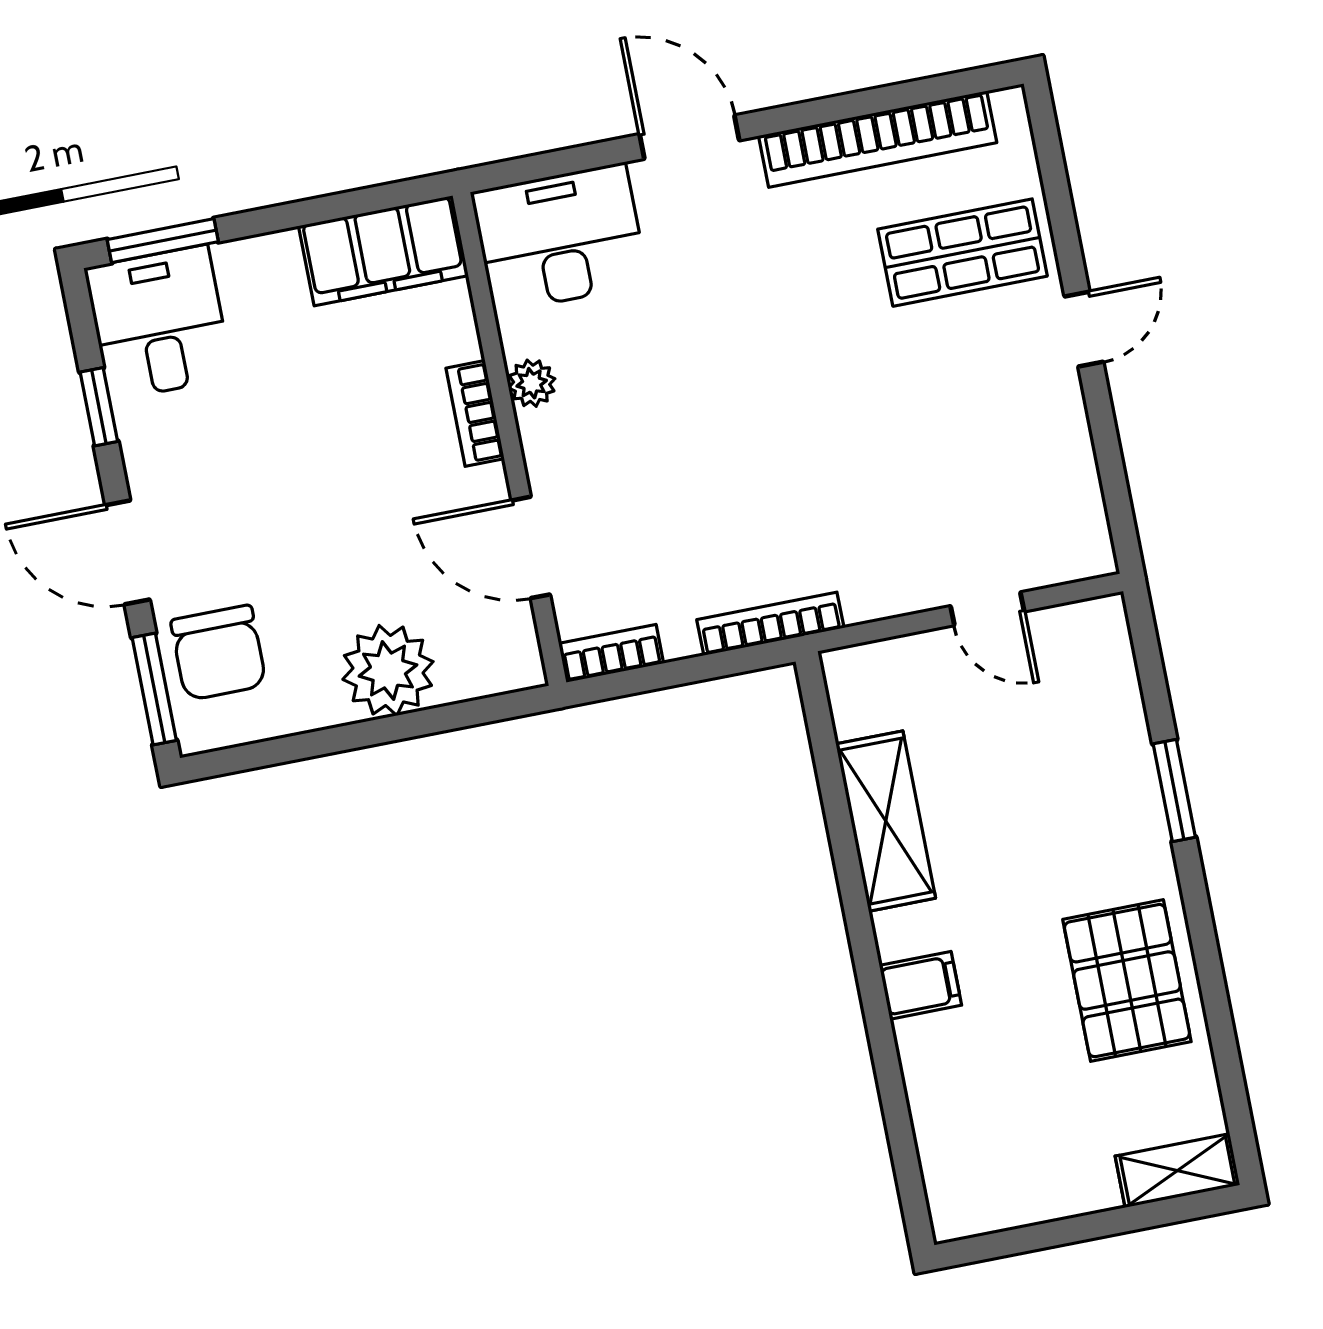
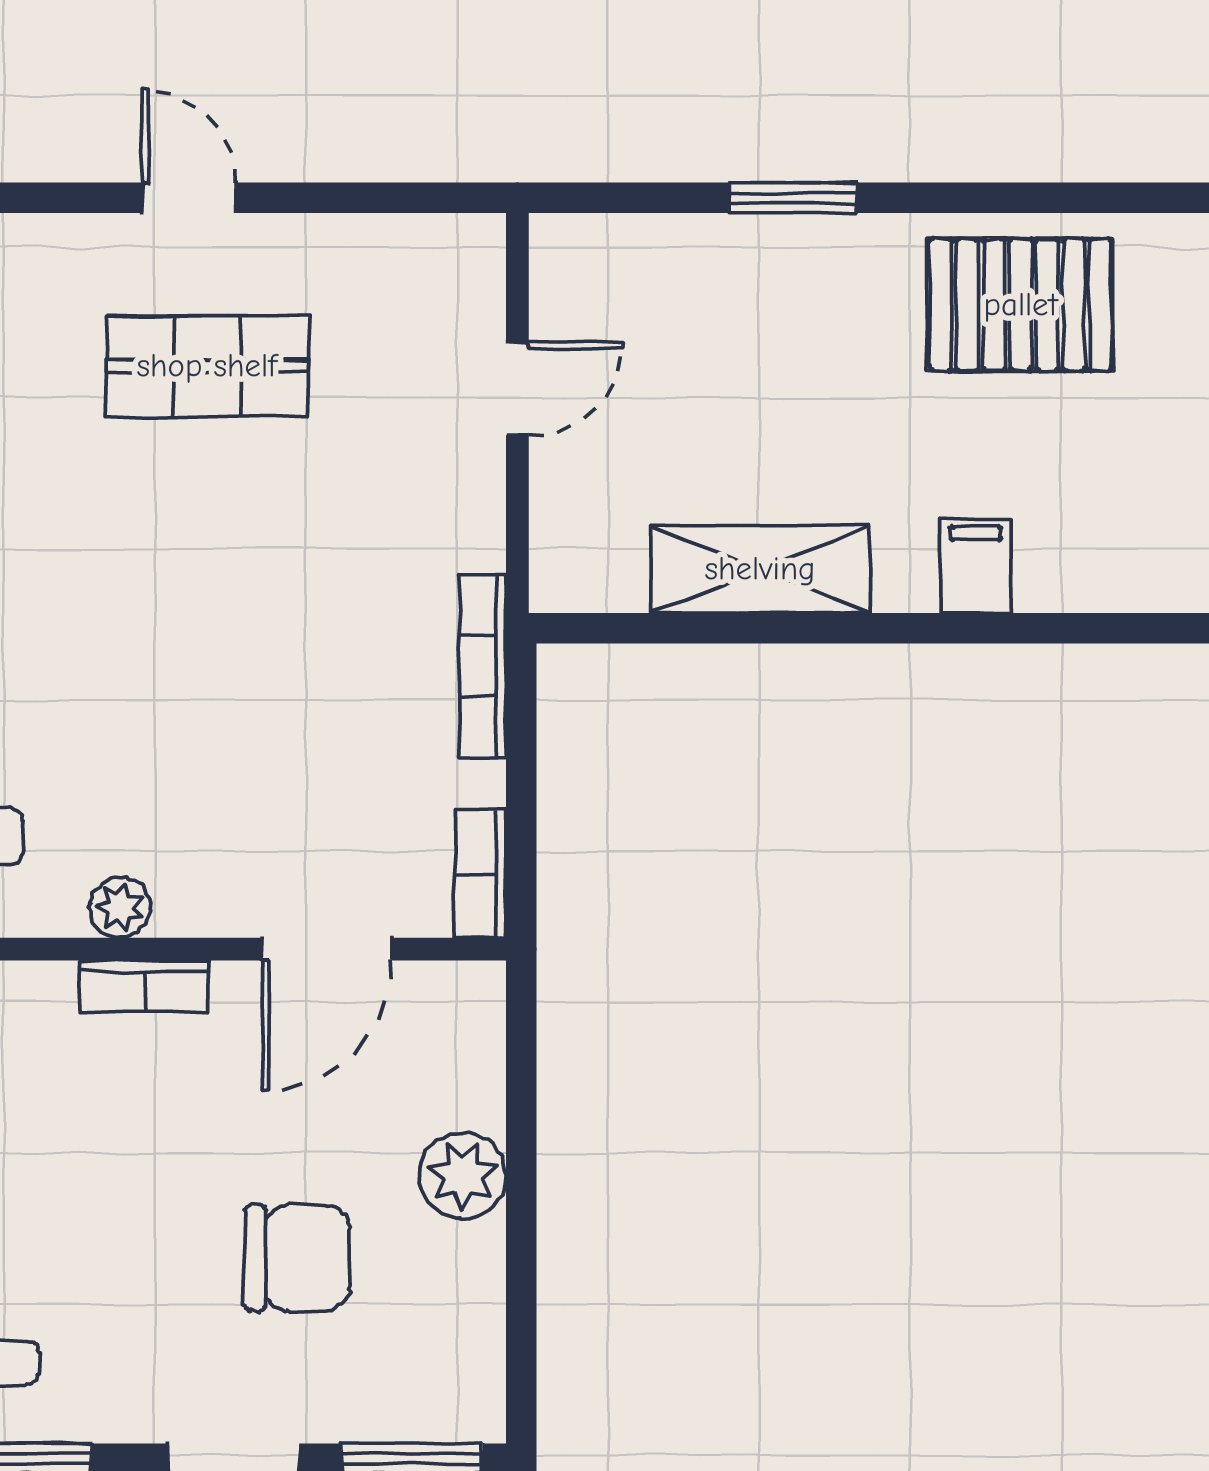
shop shelf: (963, 253) -> (207, 366), moved, turned 90
chair: (218, 653) -> (297, 1258), moved
plant: (388, 670) -> (463, 1175), width x0.73, depth x0.73

